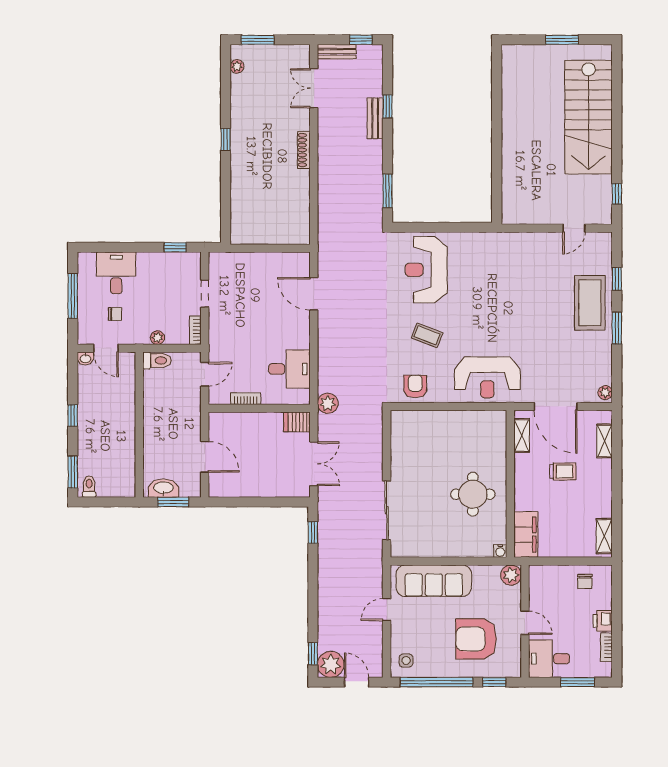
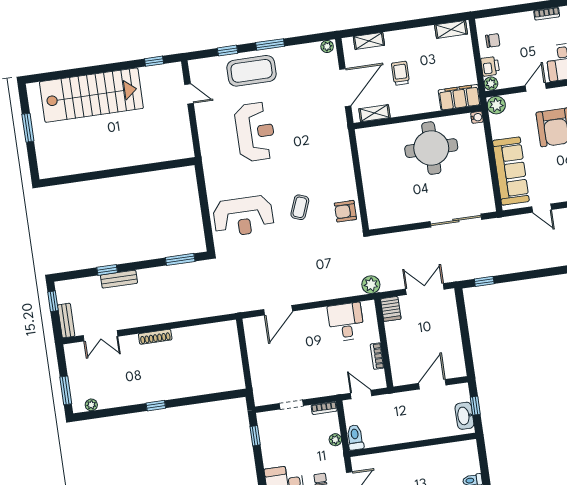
reception desk: (487, 377) -> (255, 132), moved
round table: (473, 494) -> (431, 148), width x1.36, depth x1.36
window: (173, 502) -> (475, 406), width x0.67
plant: (536, 572) -> (491, 84), added
printer: (603, 621) -> (490, 66), moved, turned -90

